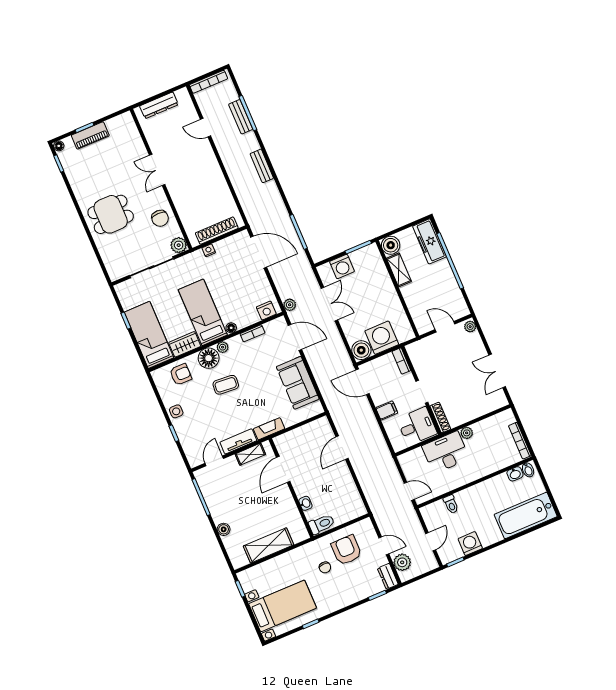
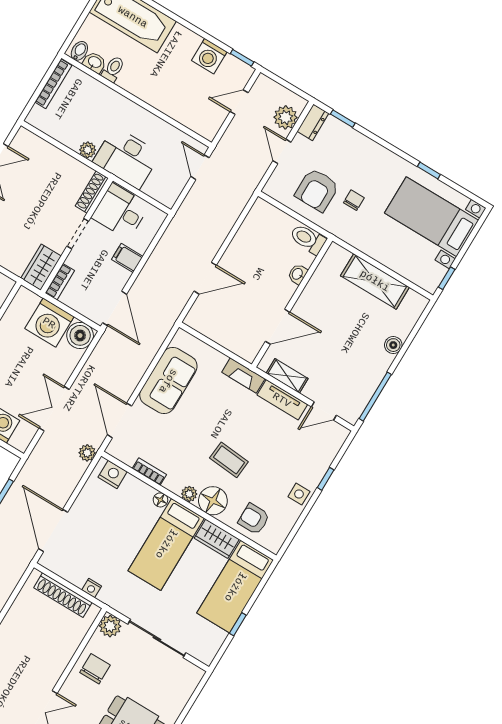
wardrobe: (418, 356) -> (41, 267), added
toilet: (451, 504) -> (113, 69), moved

